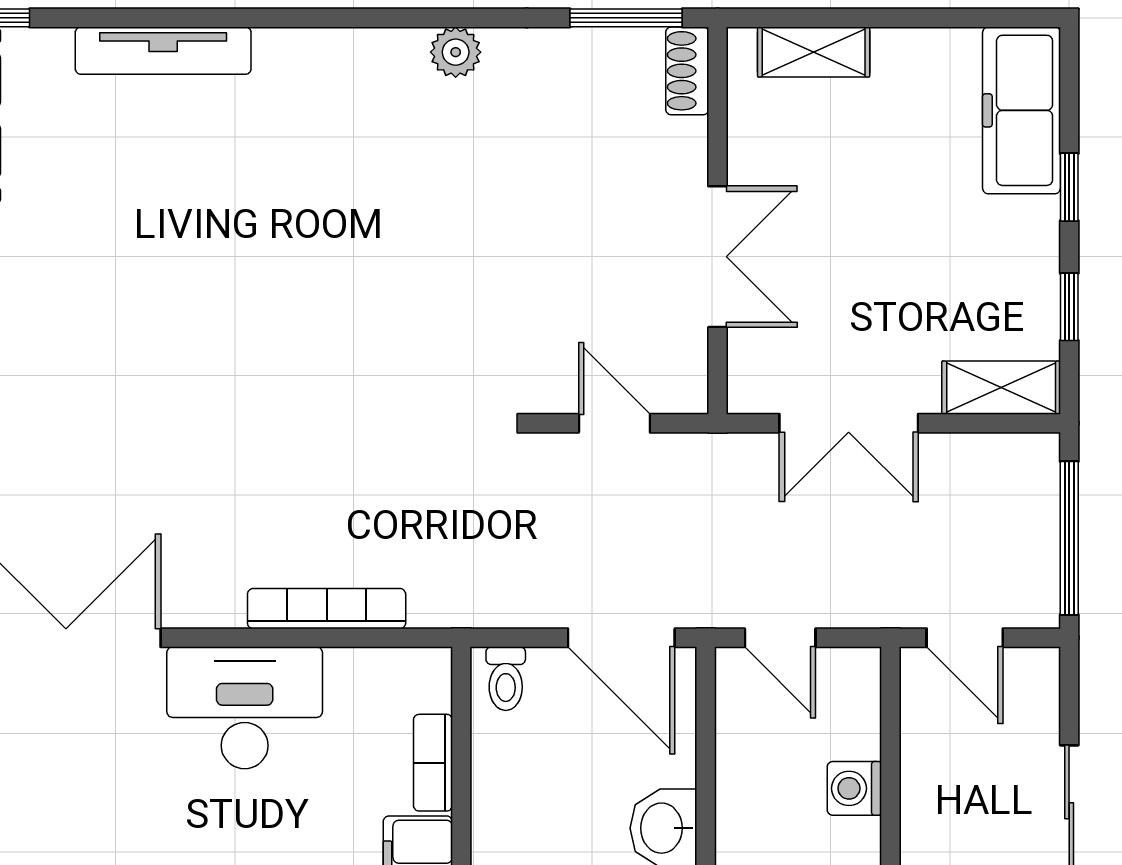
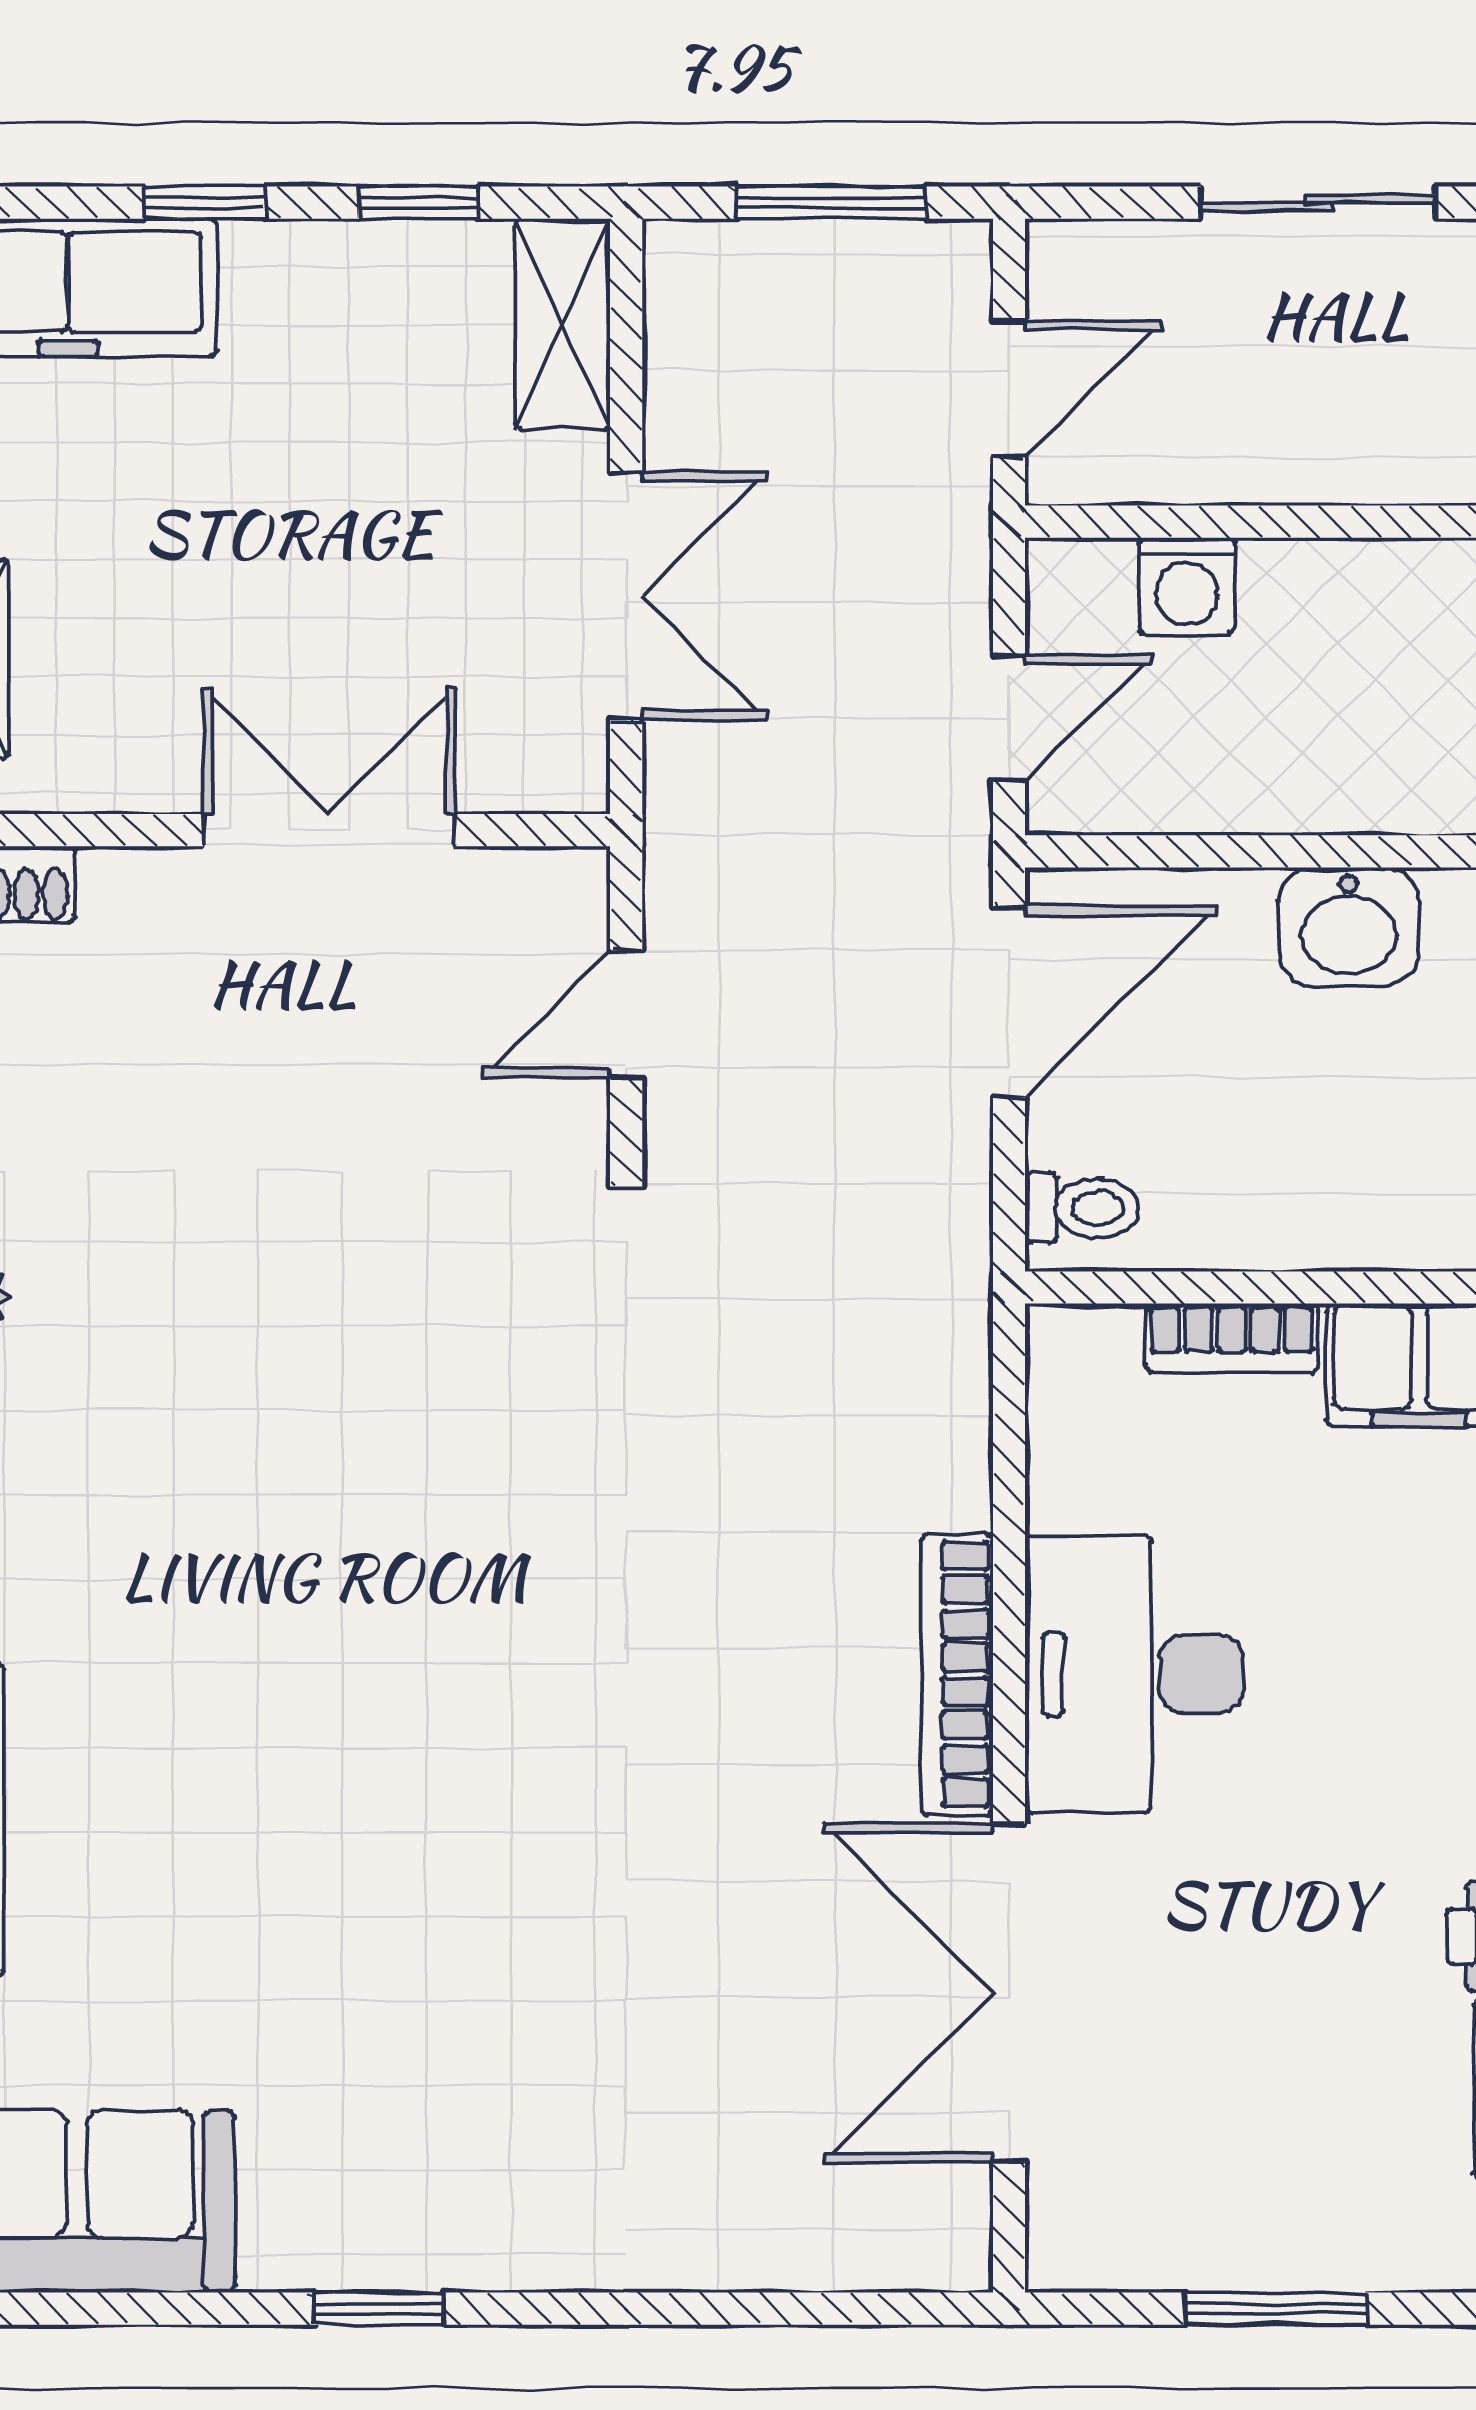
window: (1069, 538) -> (831, 203), width x0.69
bookcase: (327, 609) -> (957, 1674), moved
washing machine: (854, 788) -> (1187, 586), moved

